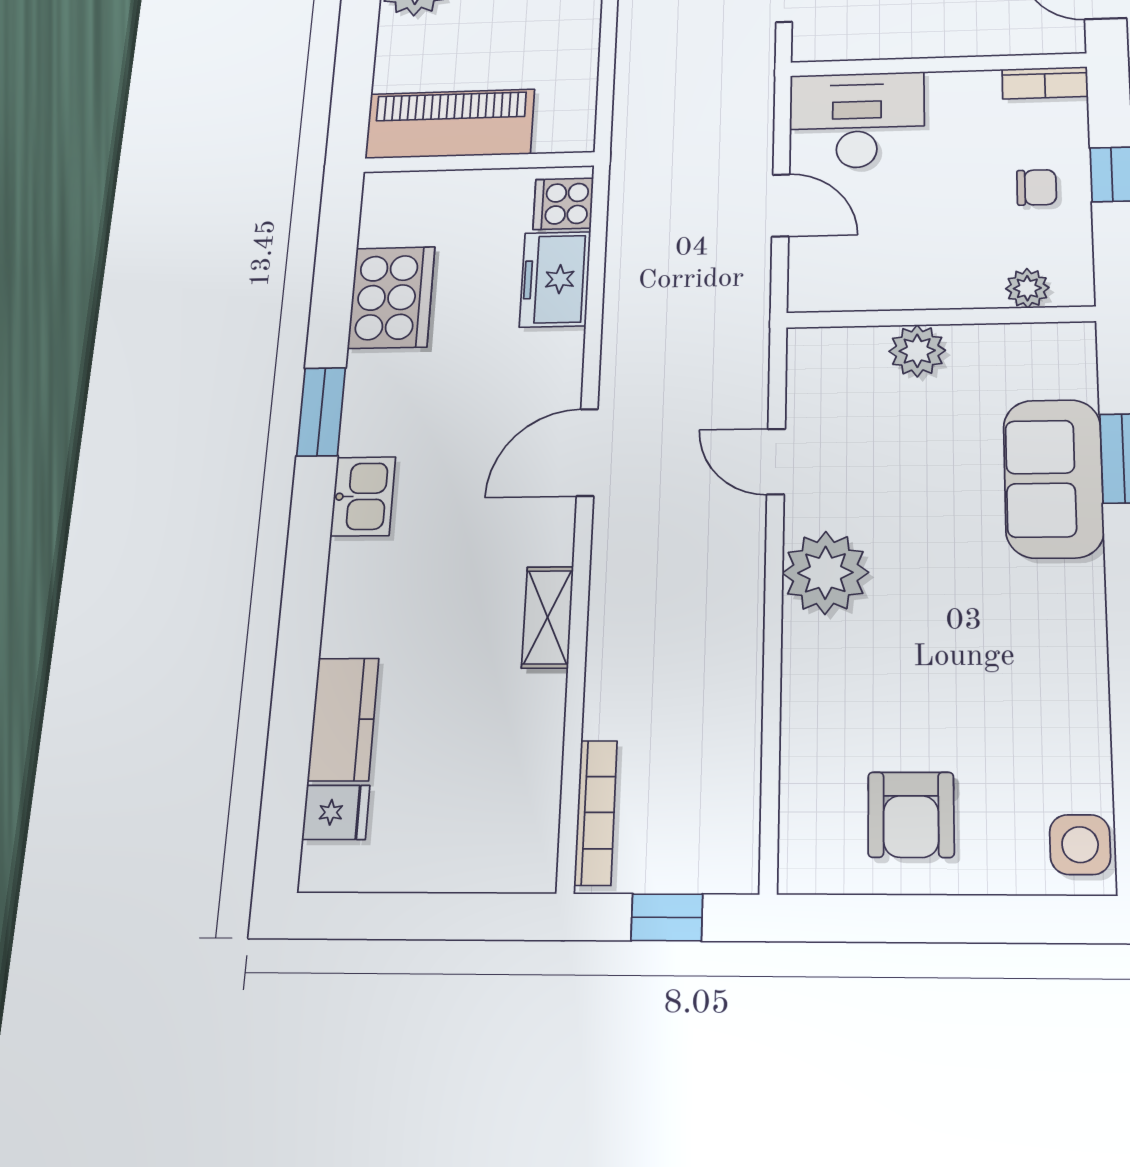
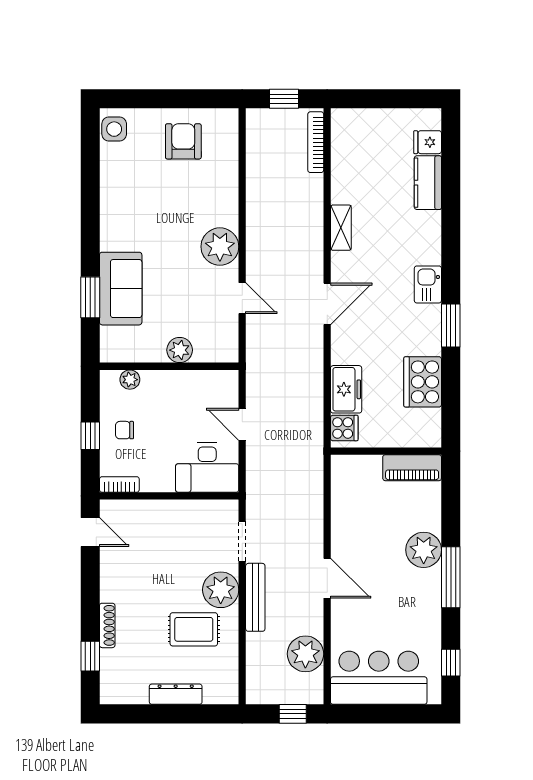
piano: (450, 124) -> (412, 468), width x0.73, depth x0.75

